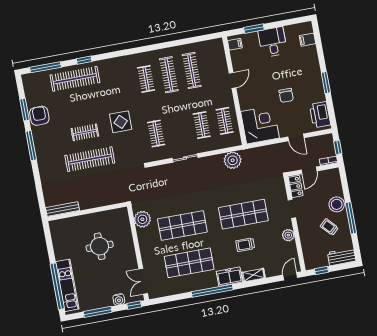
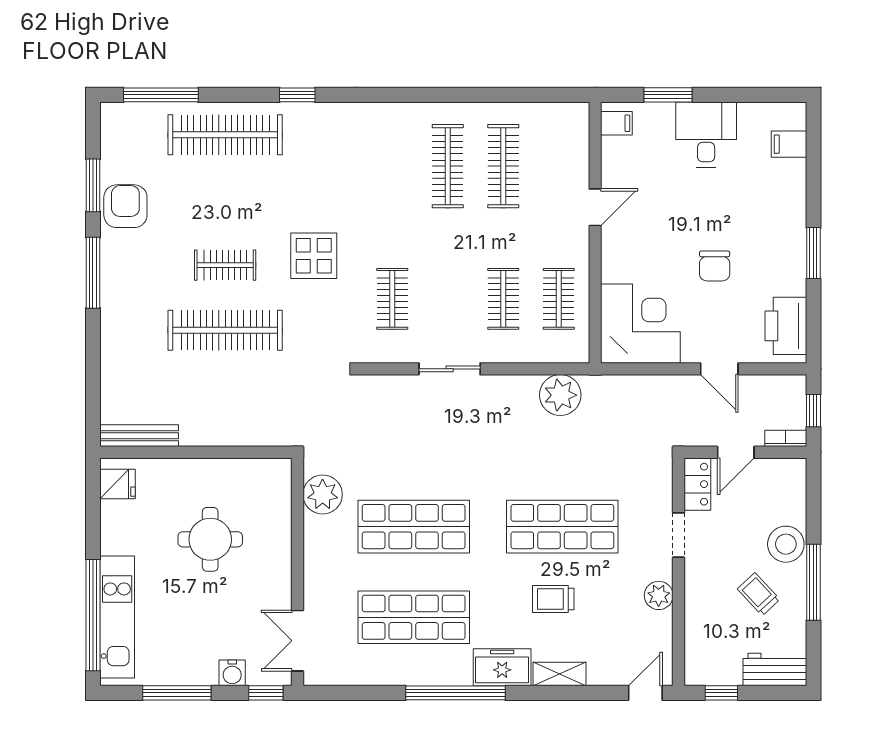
window: (84, 60) -> (297, 95), moved
clothes rail: (146, 79) -> (392, 166), removed
fridge: (57, 231) -> (118, 484), added

